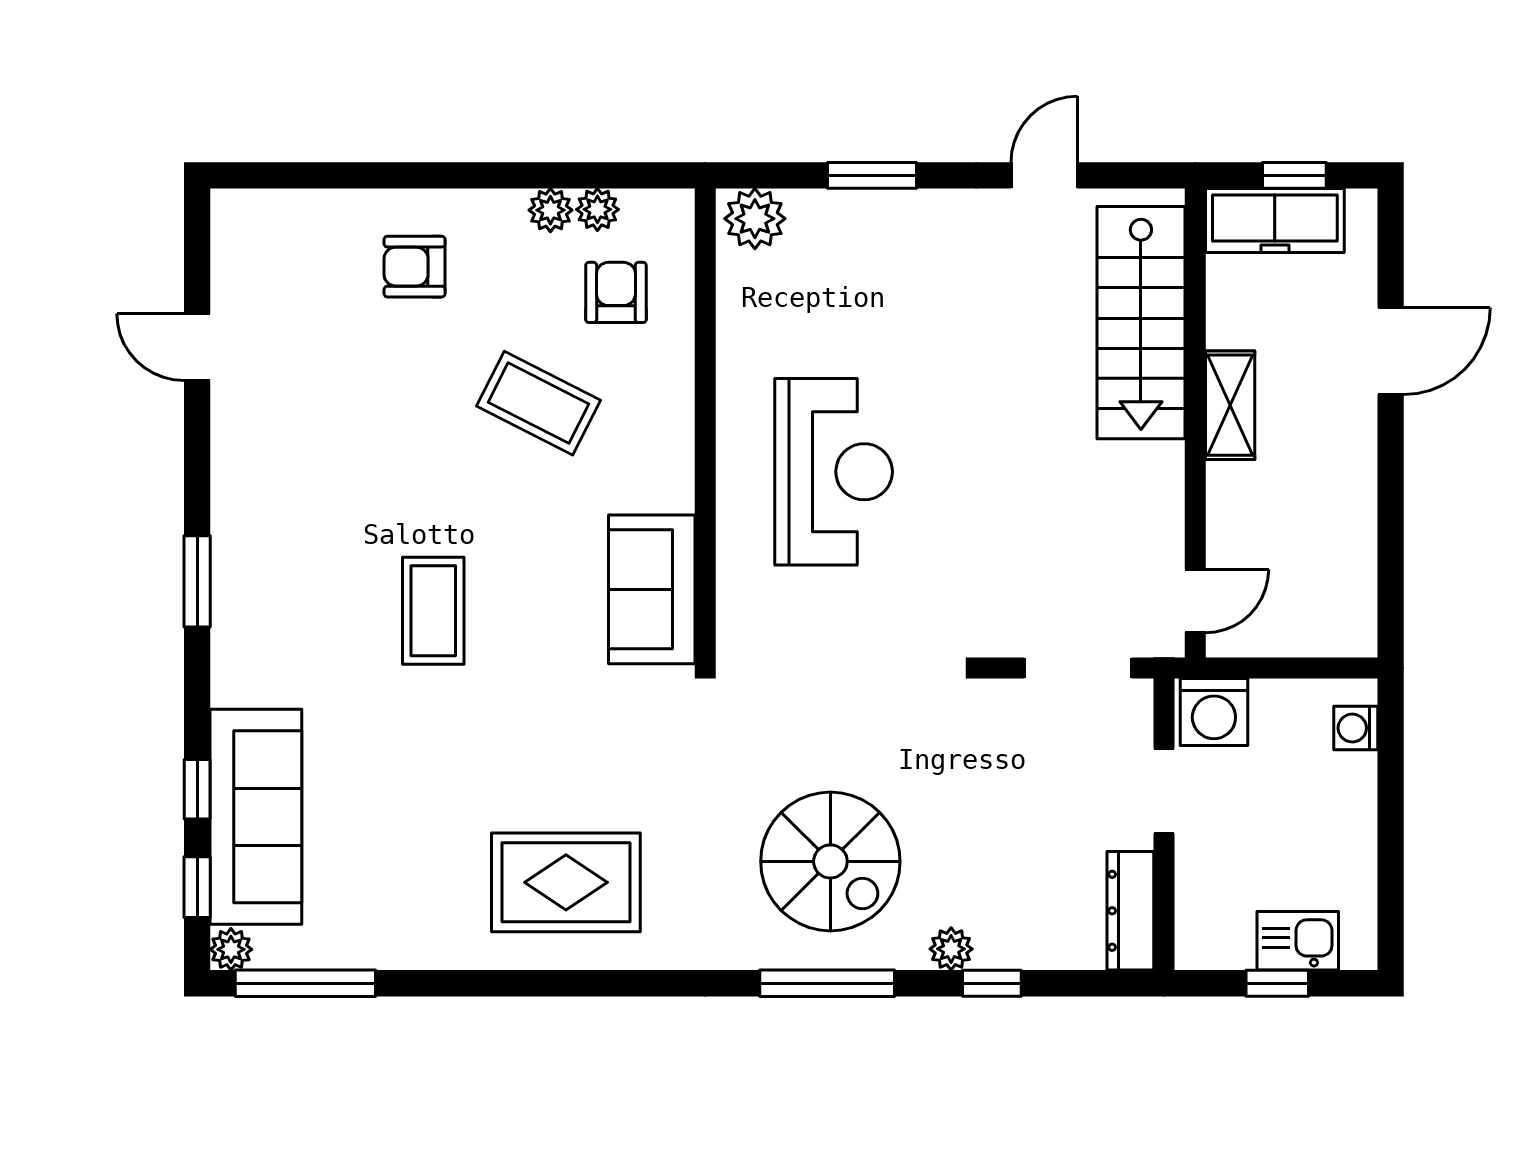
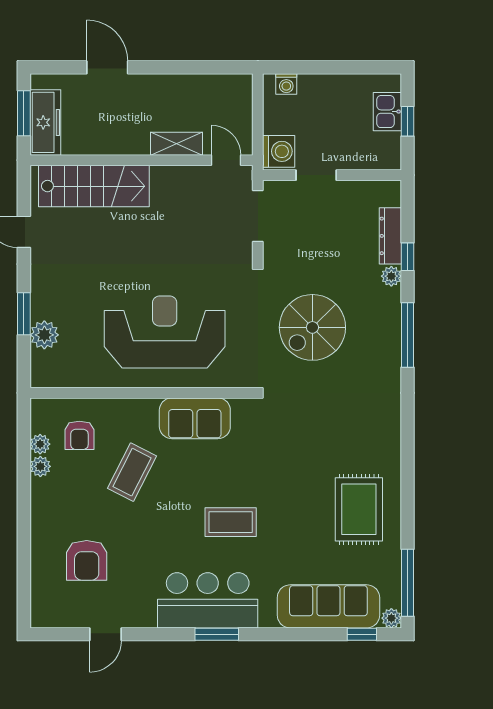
window: (1294, 175) -> (24, 113), width x1.50
plant: (755, 219) -> (44, 335), moved
armchair: (415, 267) -> (87, 560), moved, width x1.38, depth x1.38
armchair: (616, 292) -> (79, 435), turned -90
shelving: (1230, 405) -> (177, 144), moved
reception desk: (834, 472) -> (165, 332), width x1.36, depth x1.30
bar counter: (269, 562) -> (208, 600), added
sofa: (652, 589) -> (195, 418), moved
window: (197, 789) -> (315, 634), removed
spiral stairs: (830, 861) -> (312, 327), moved, turned 180
rug: (566, 882) -> (359, 509), moved
dresser: (1130, 911) -> (390, 236), moved, turned 90

